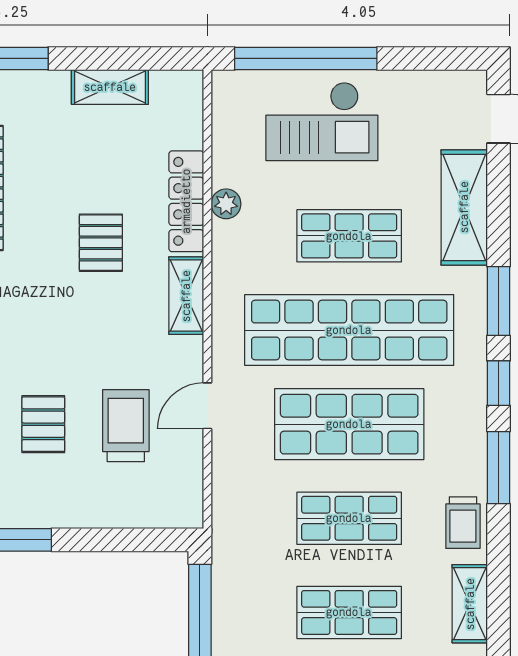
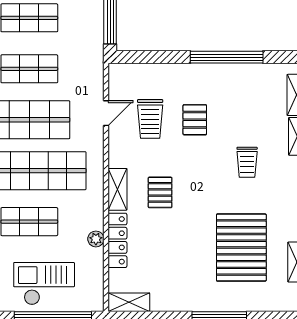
shelving: (110, 87) -> (129, 302), moved
pallet: (101, 243) -> (160, 192), moved
door: (207, 406) -> (106, 113), moved

